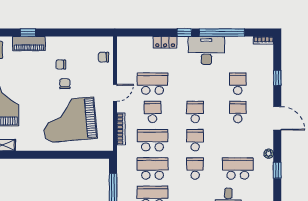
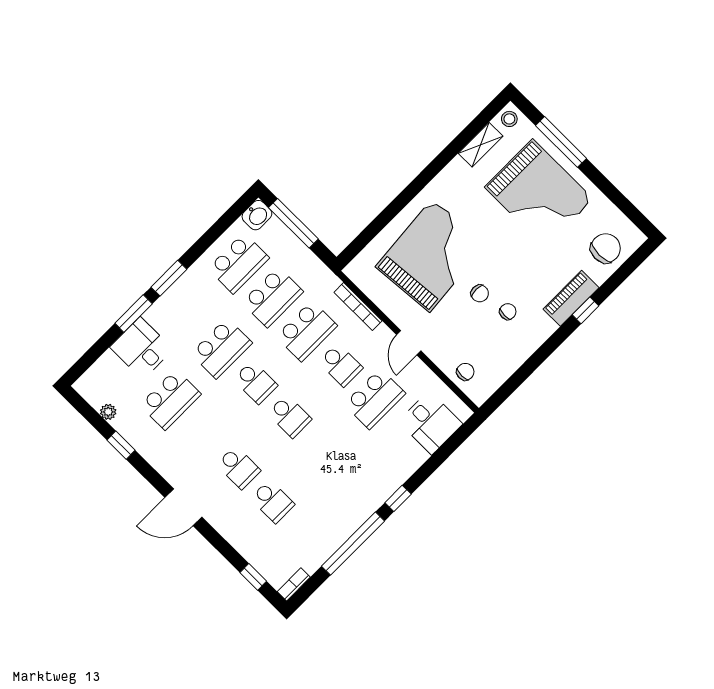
locker: (165, 42) -> (409, 464), removed
desk: (206, 51) -> (430, 423), moved, width x0.73
window: (277, 78) -> (253, 577), moved
plant: (269, 154) -> (108, 412), moved
school desk: (195, 169) -> (221, 348), width x1.85

